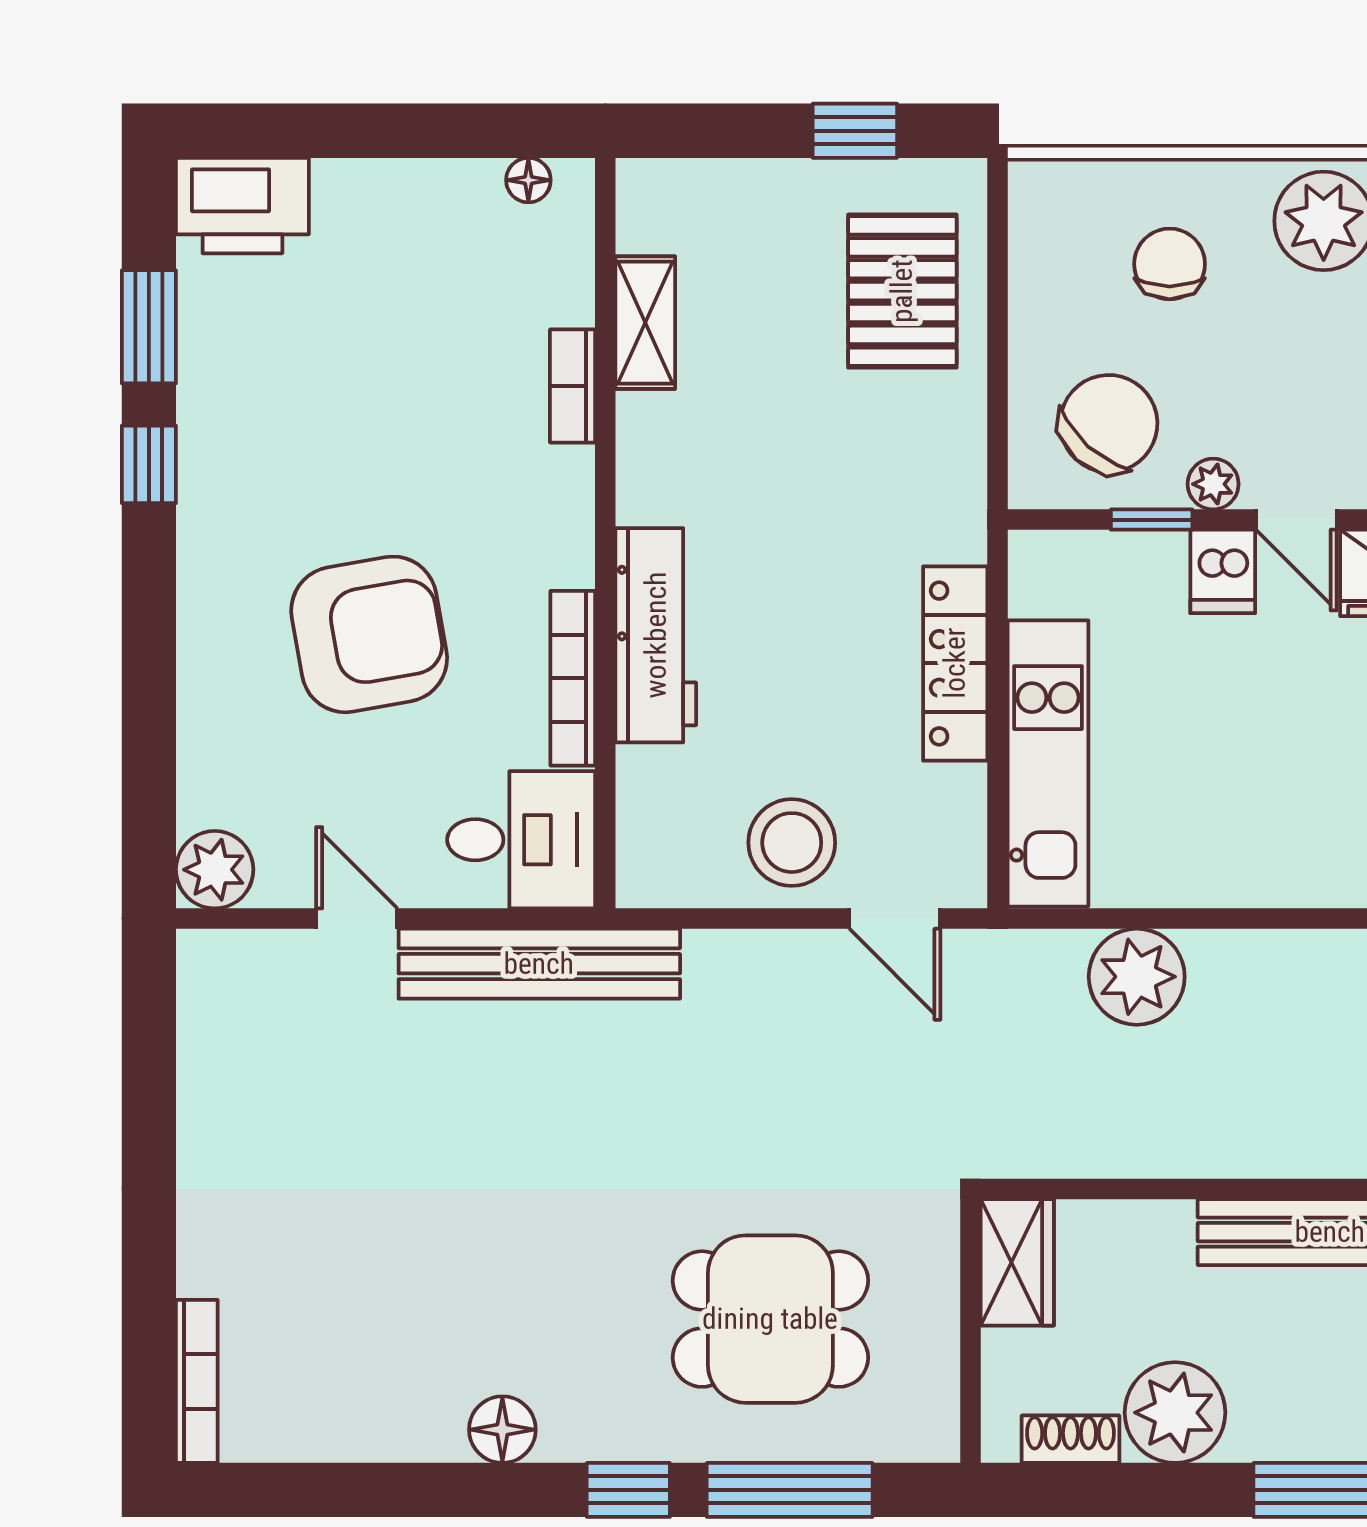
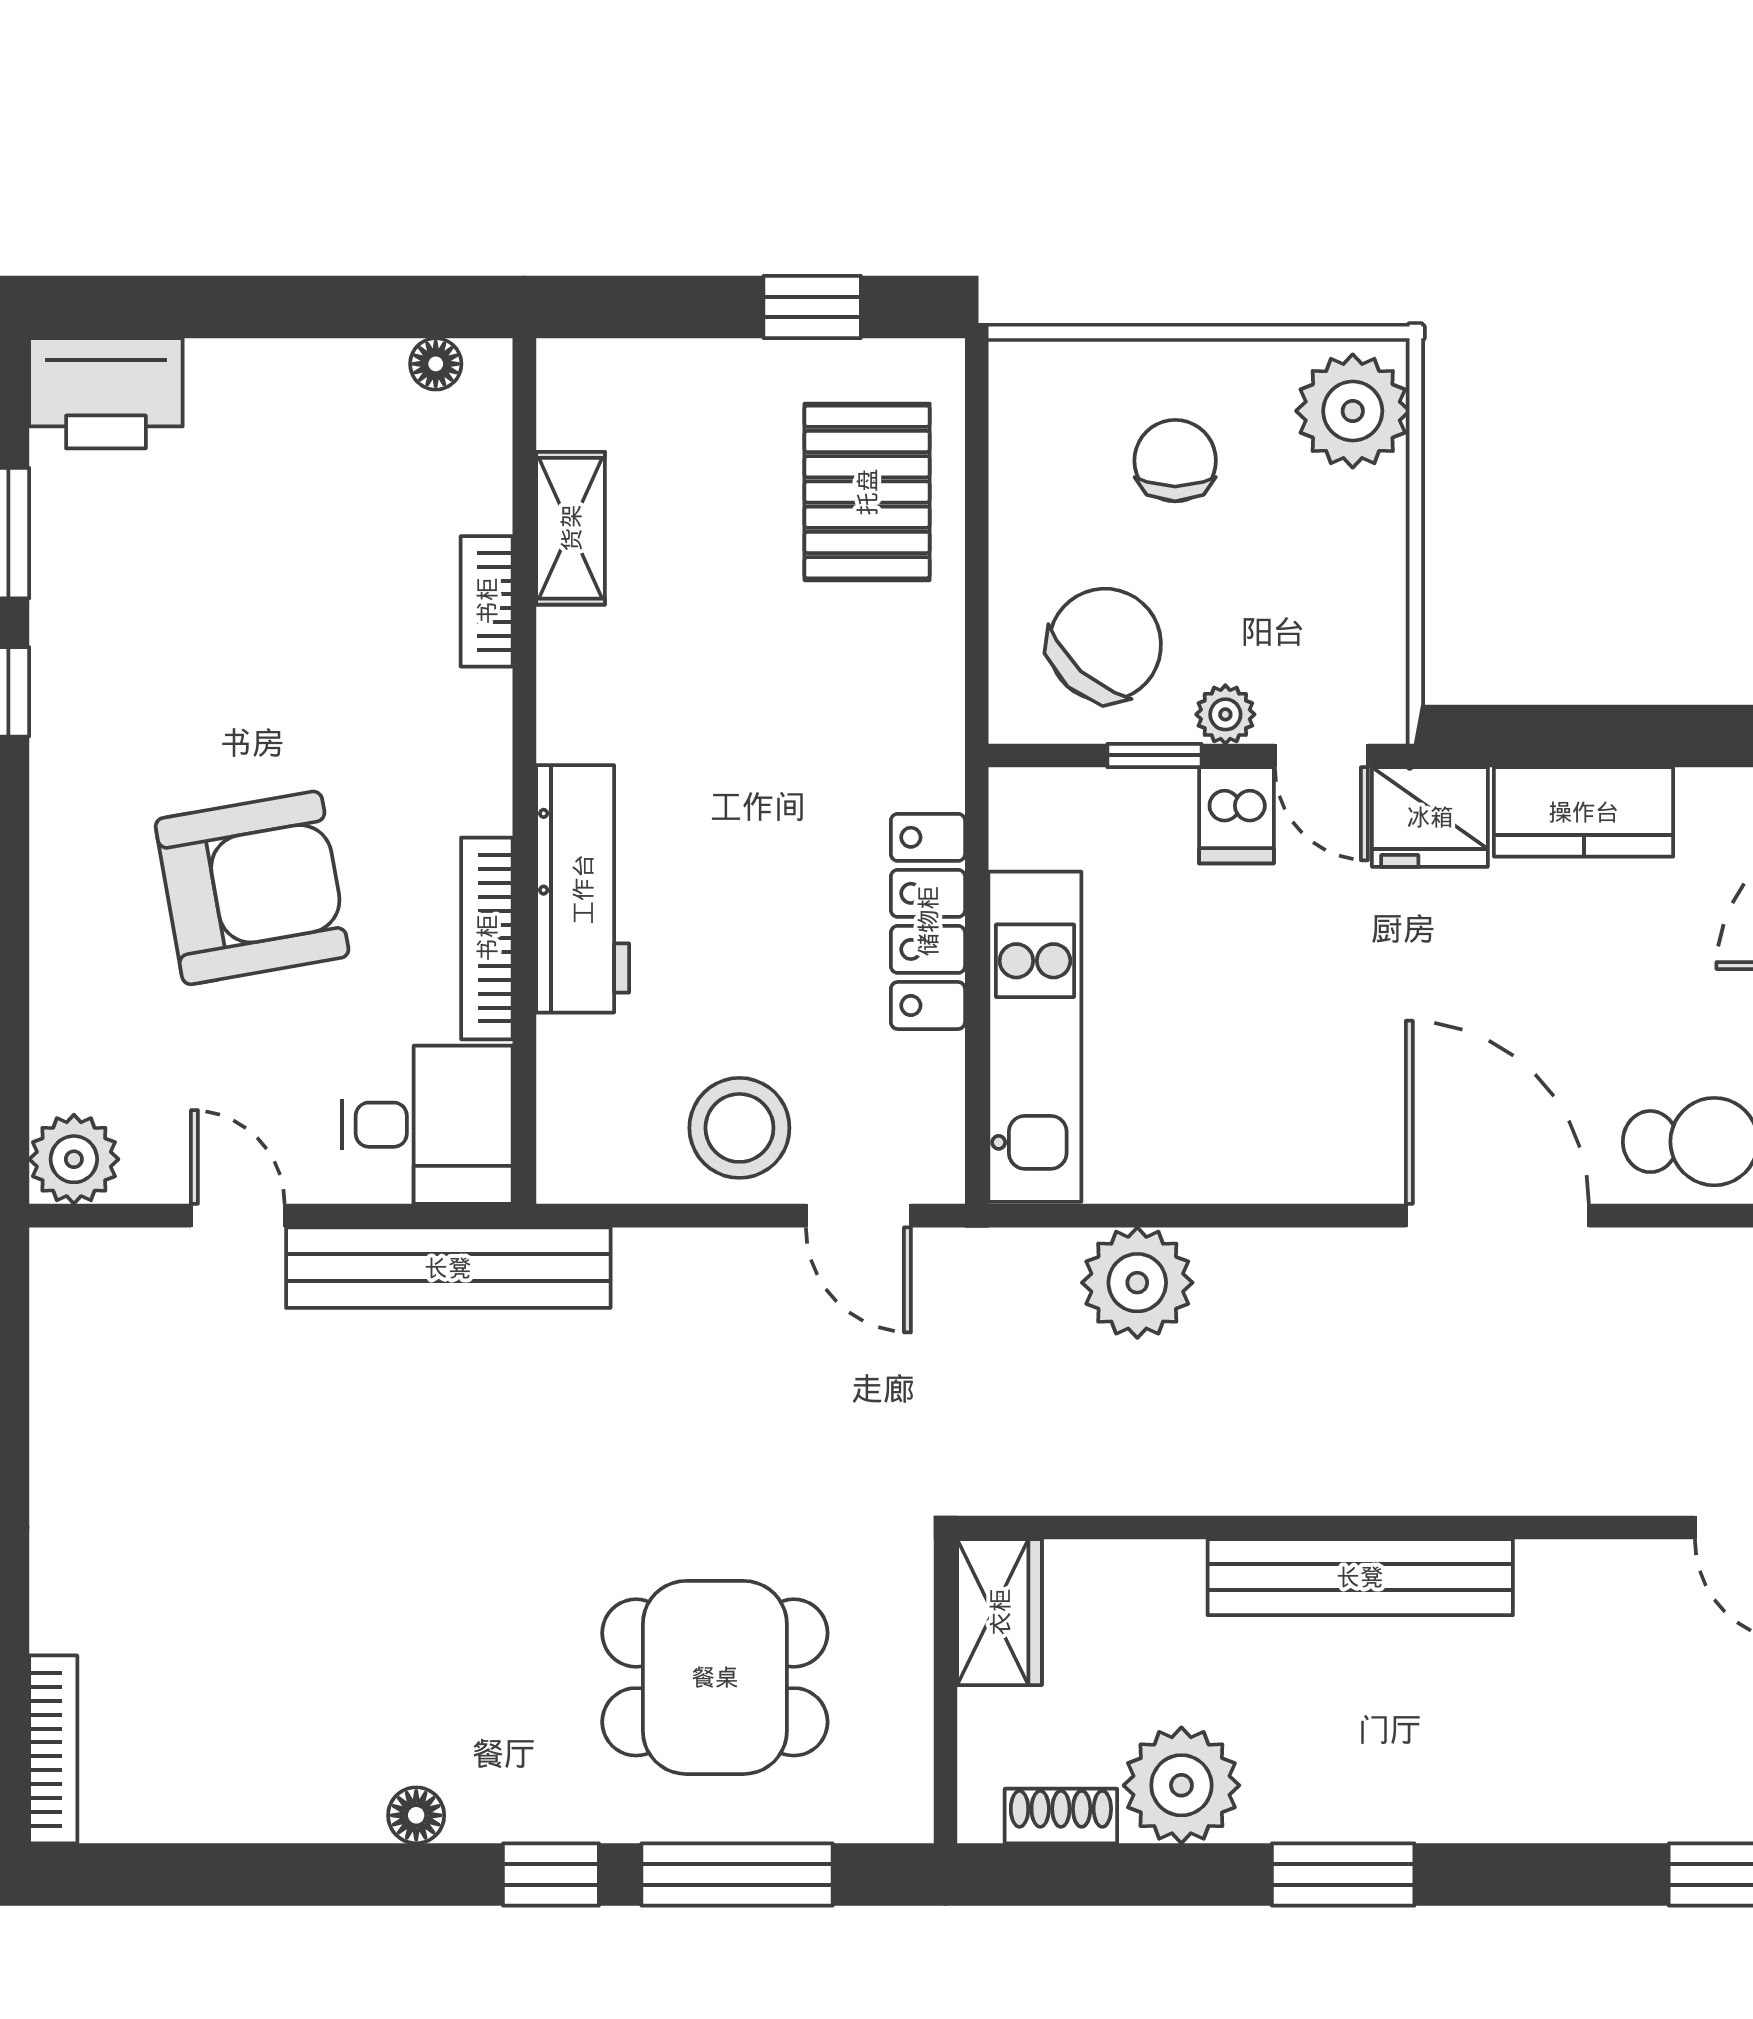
floor lamp: (502, 1430) -> (416, 1815), width x0.73, depth x0.73

